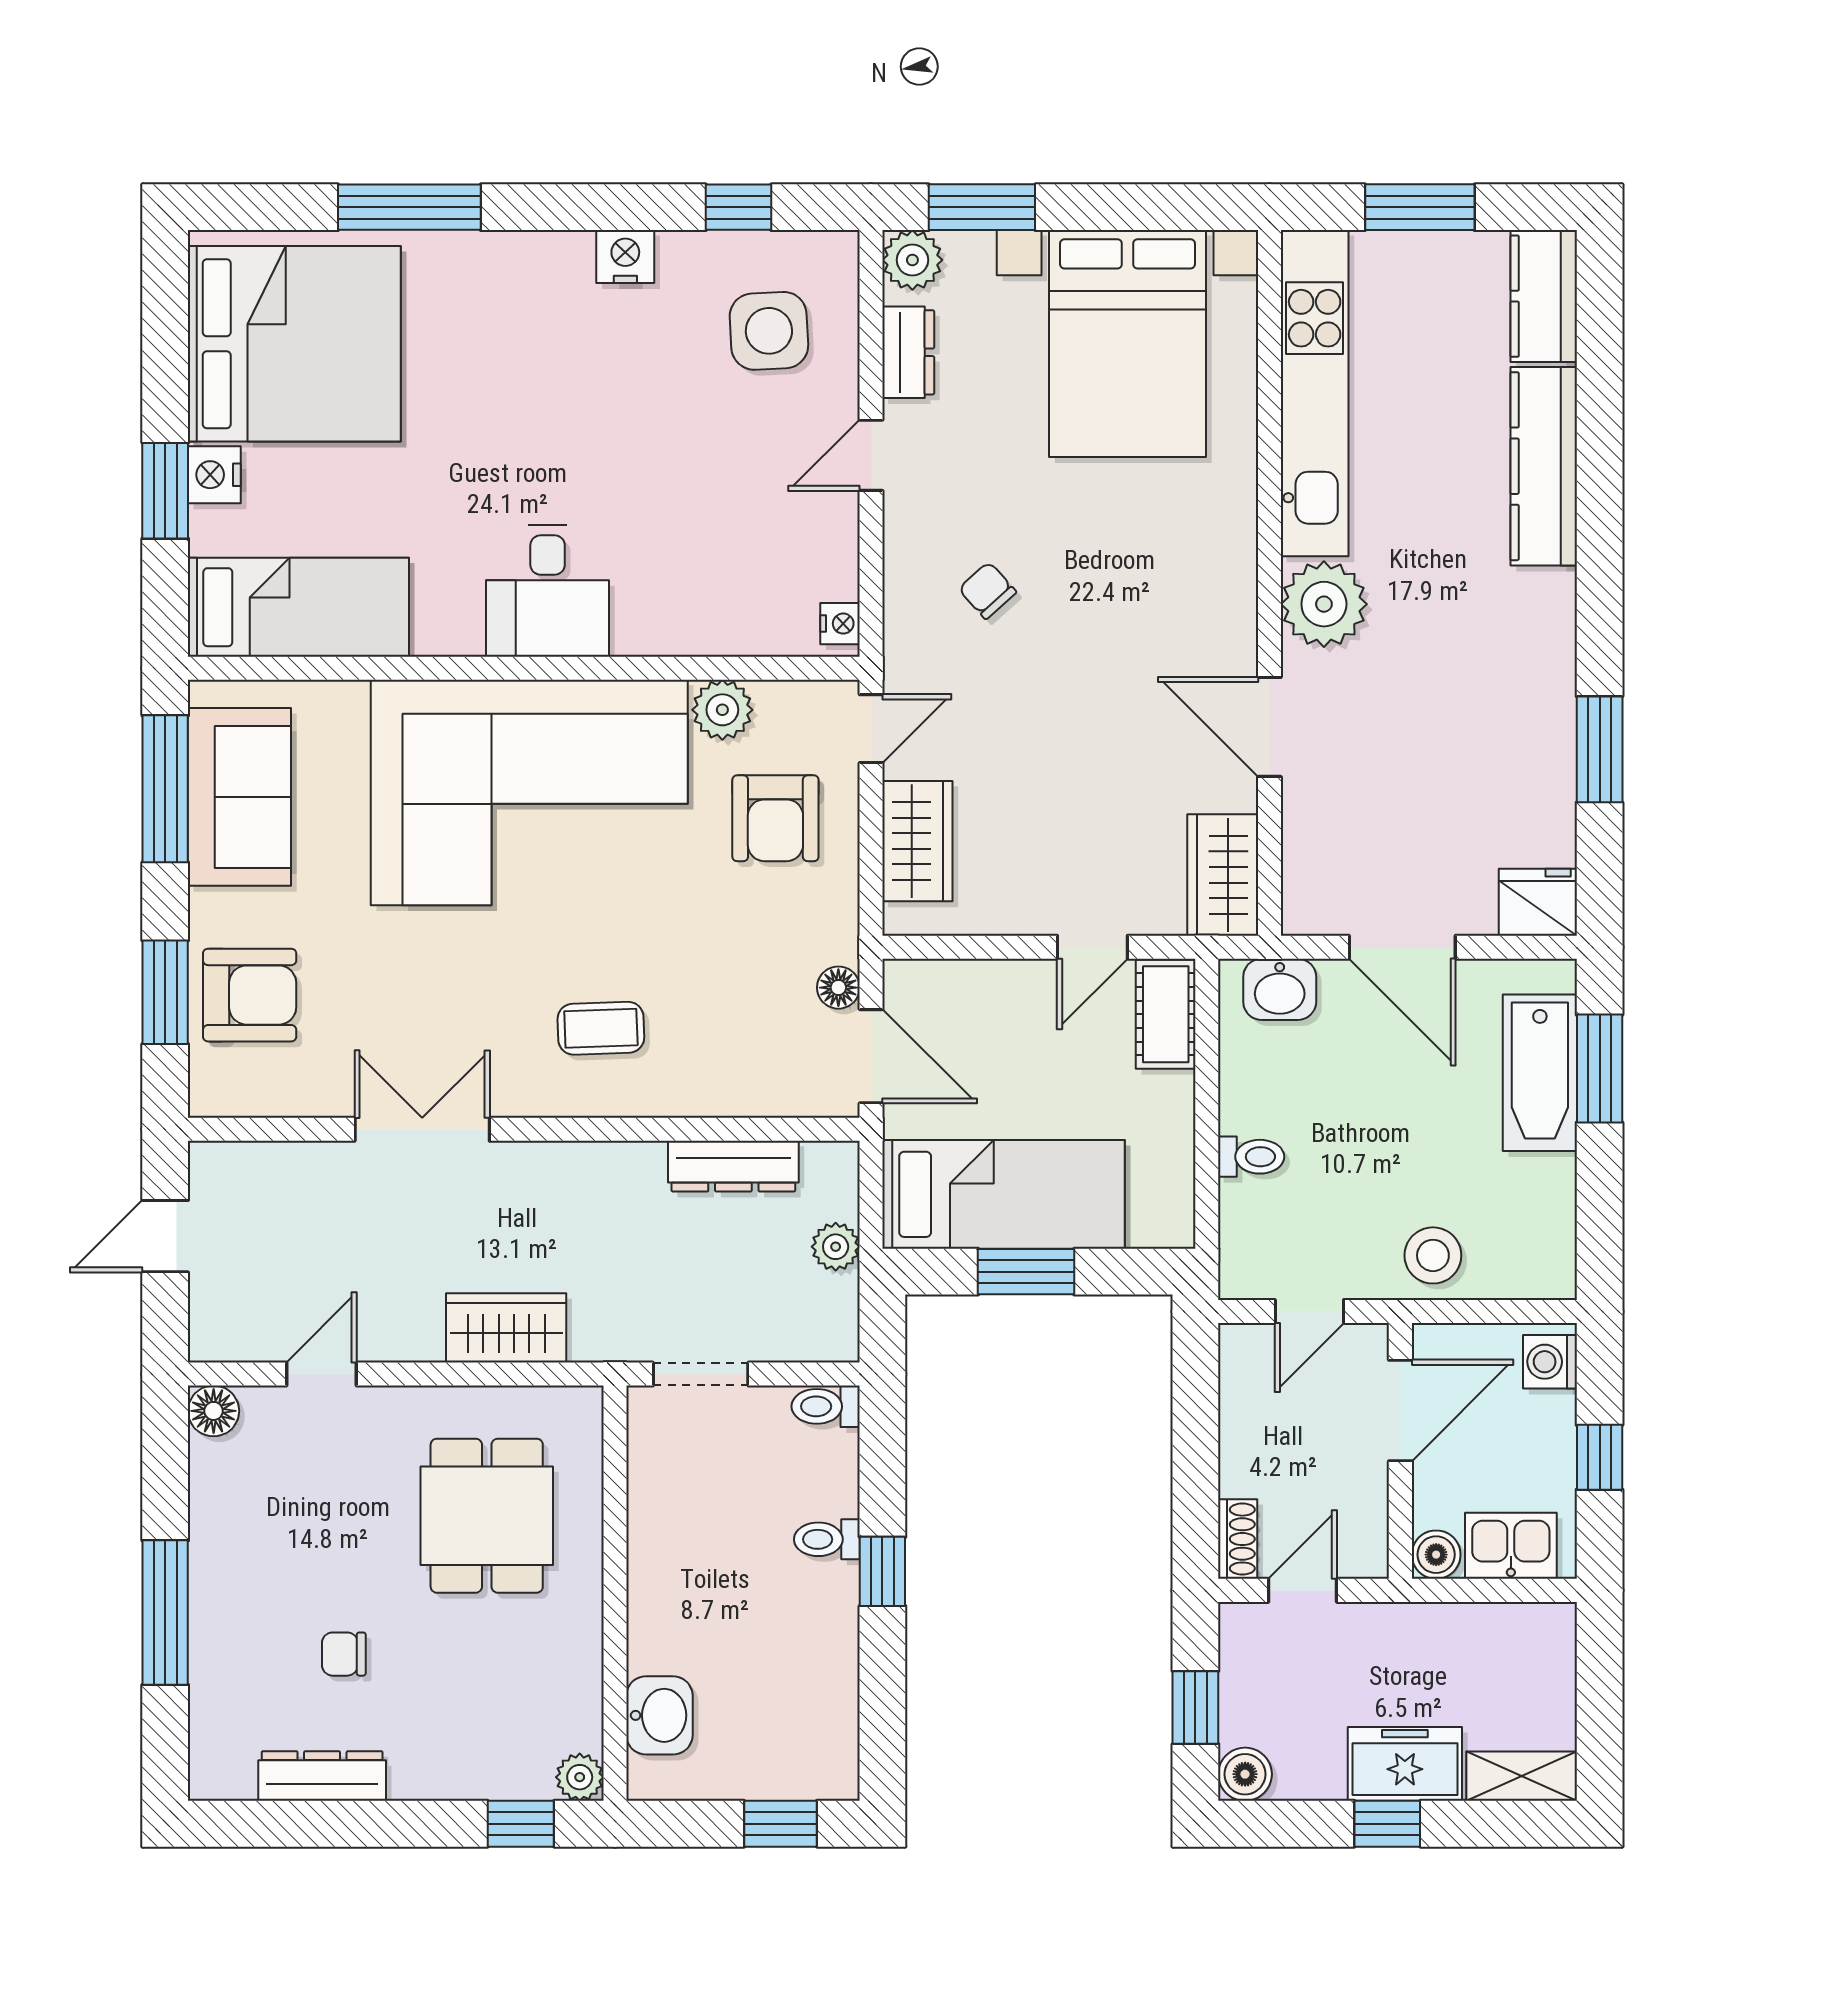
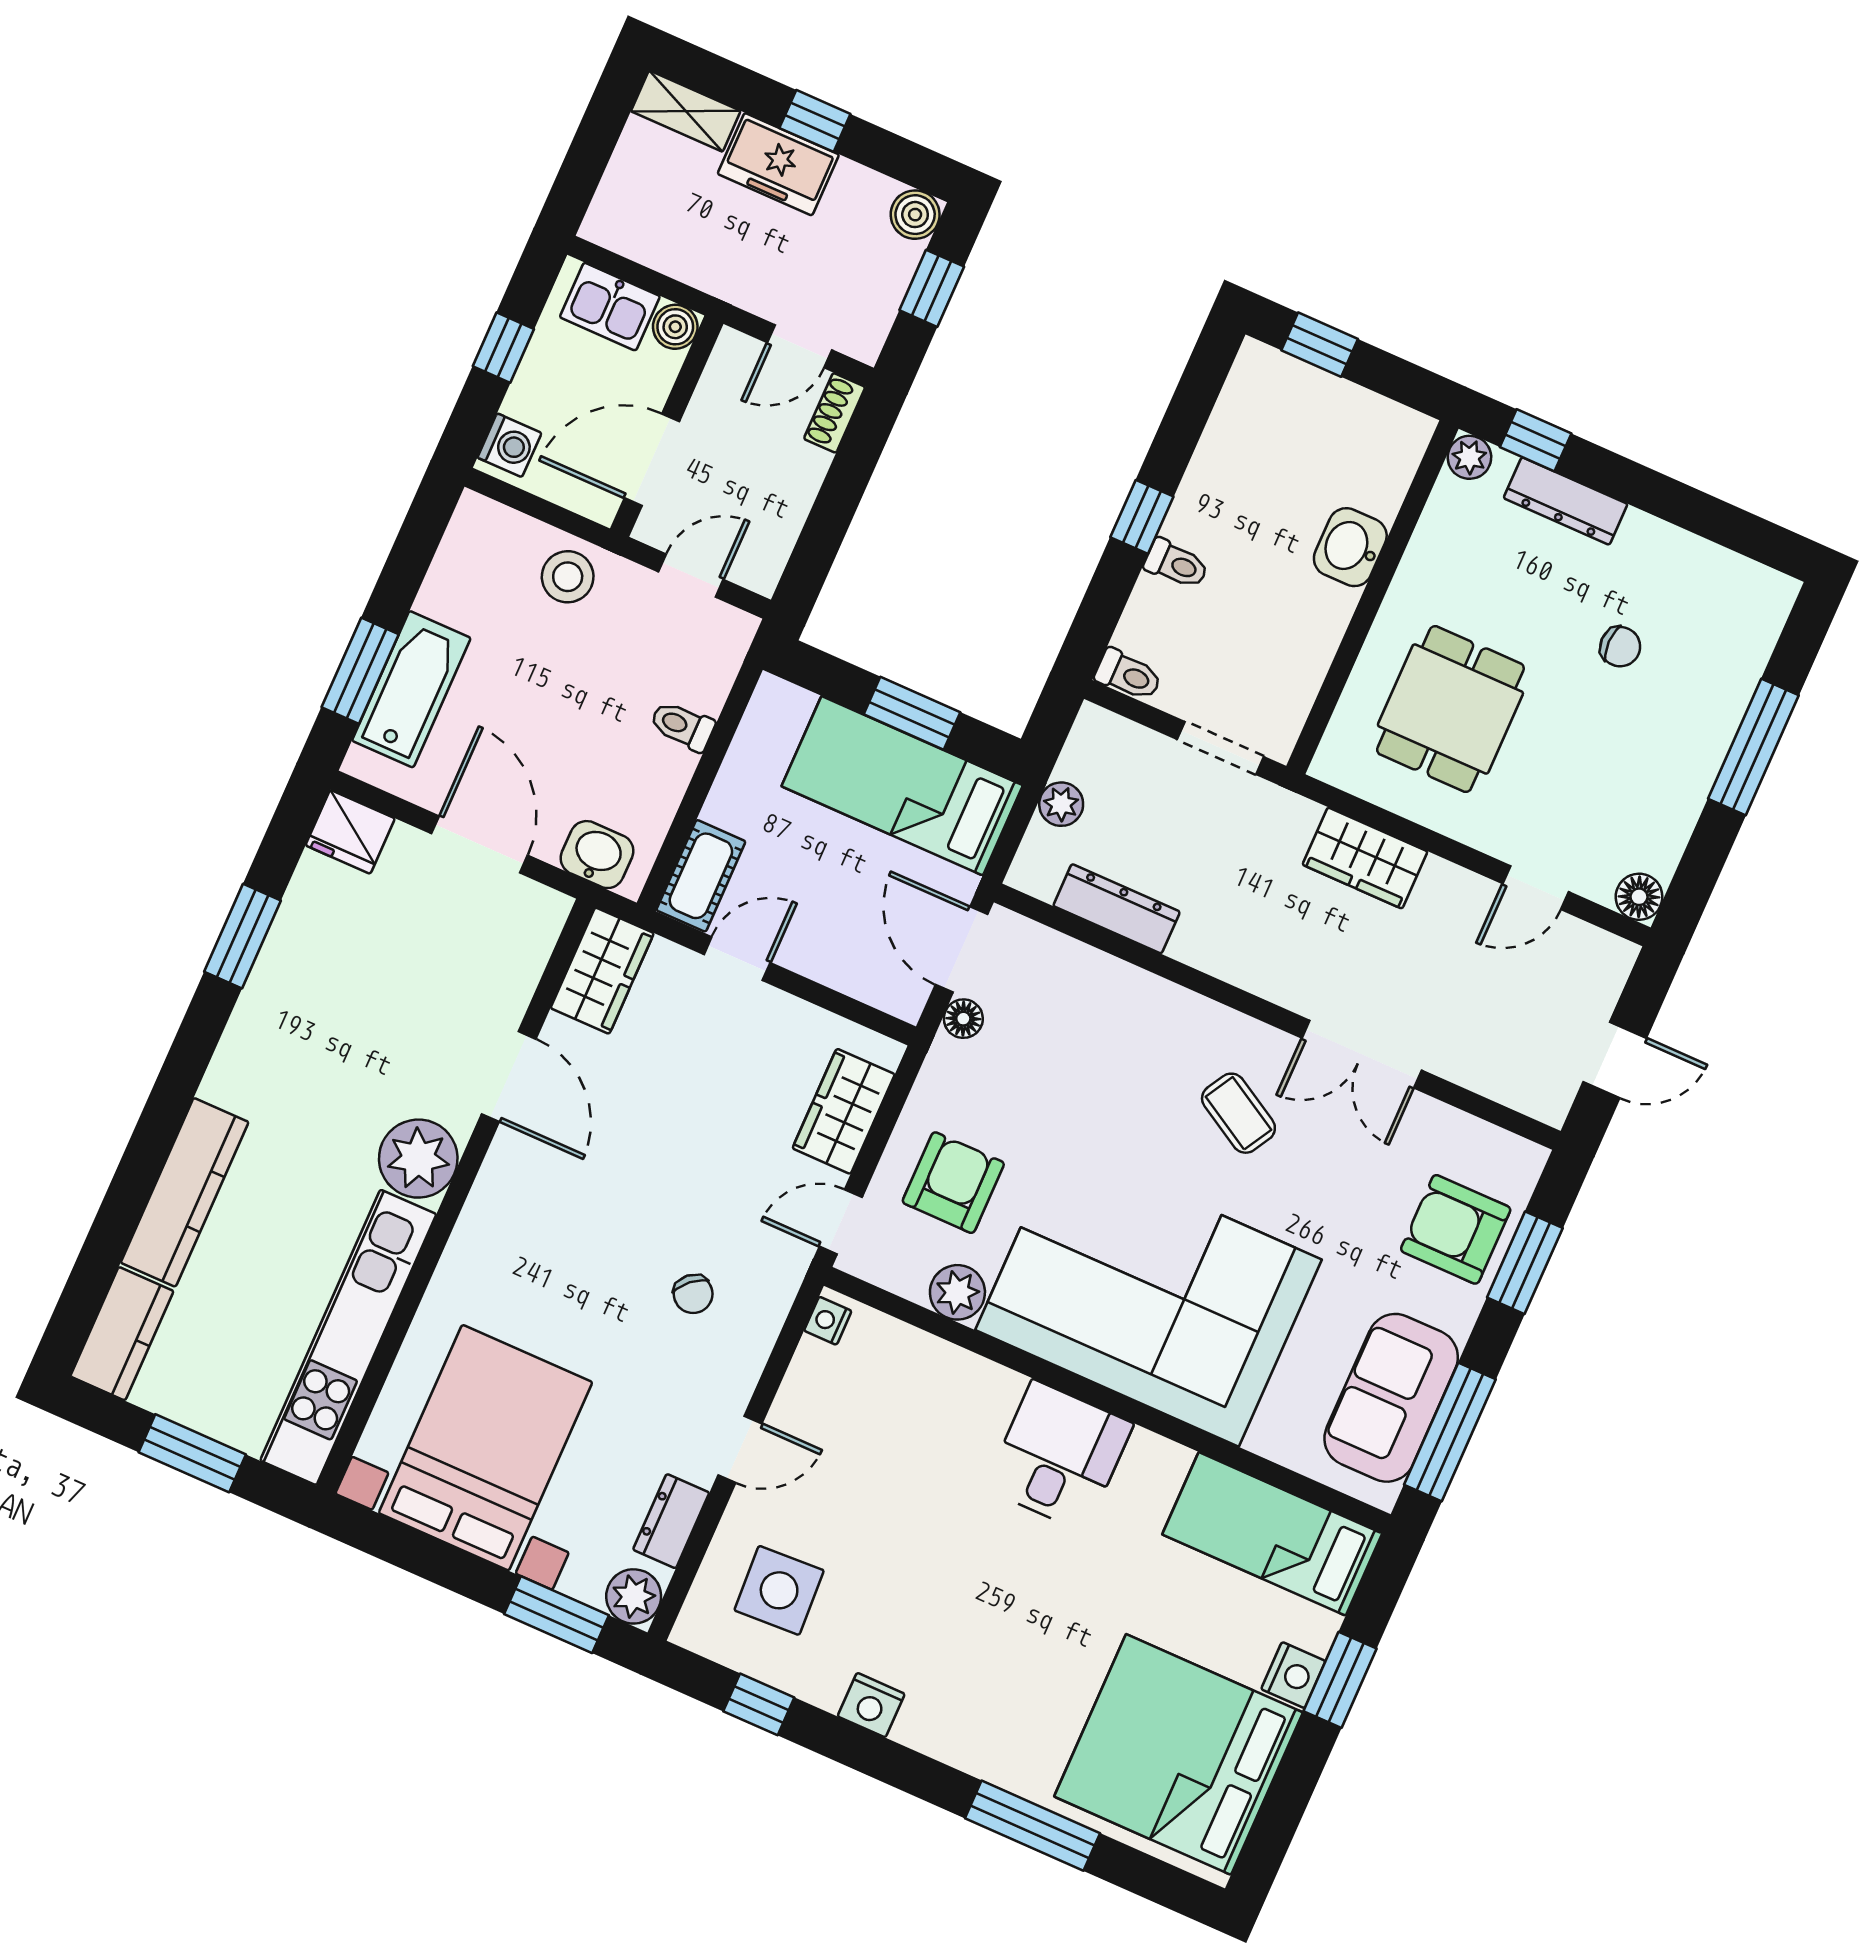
coffee table: (601, 1028) -> (1238, 1113), moved, turned 32
washbasin: (659, 1715) -> (1350, 547), moved
dresser: (322, 1776) -> (1566, 501), moved

